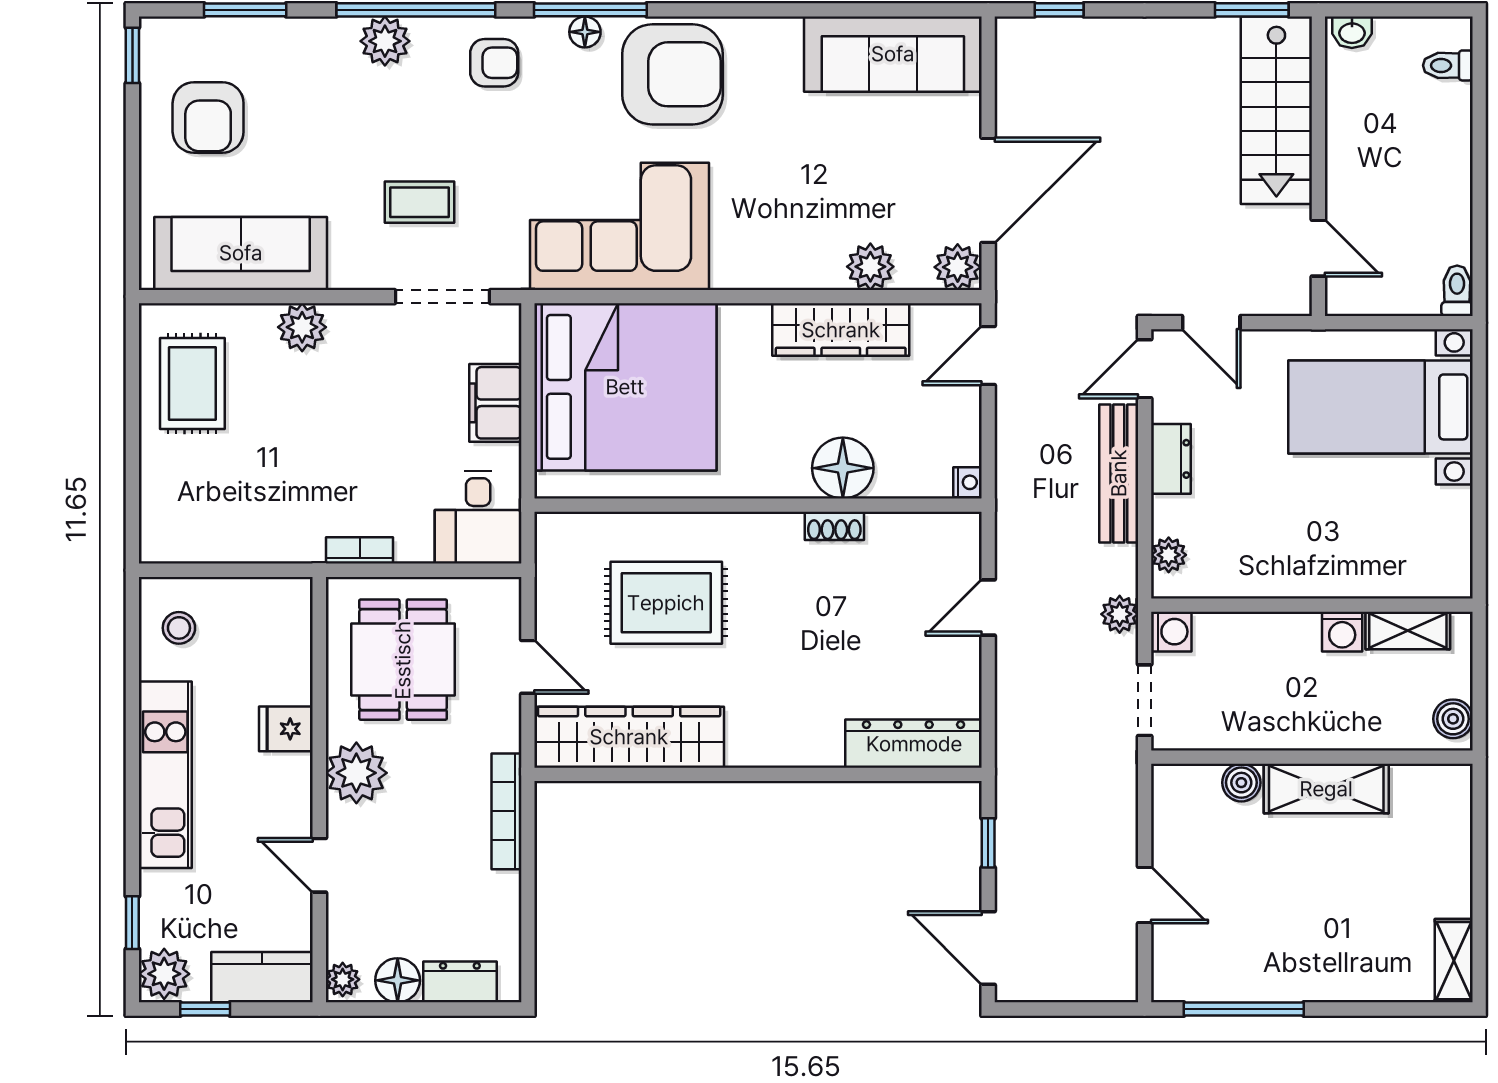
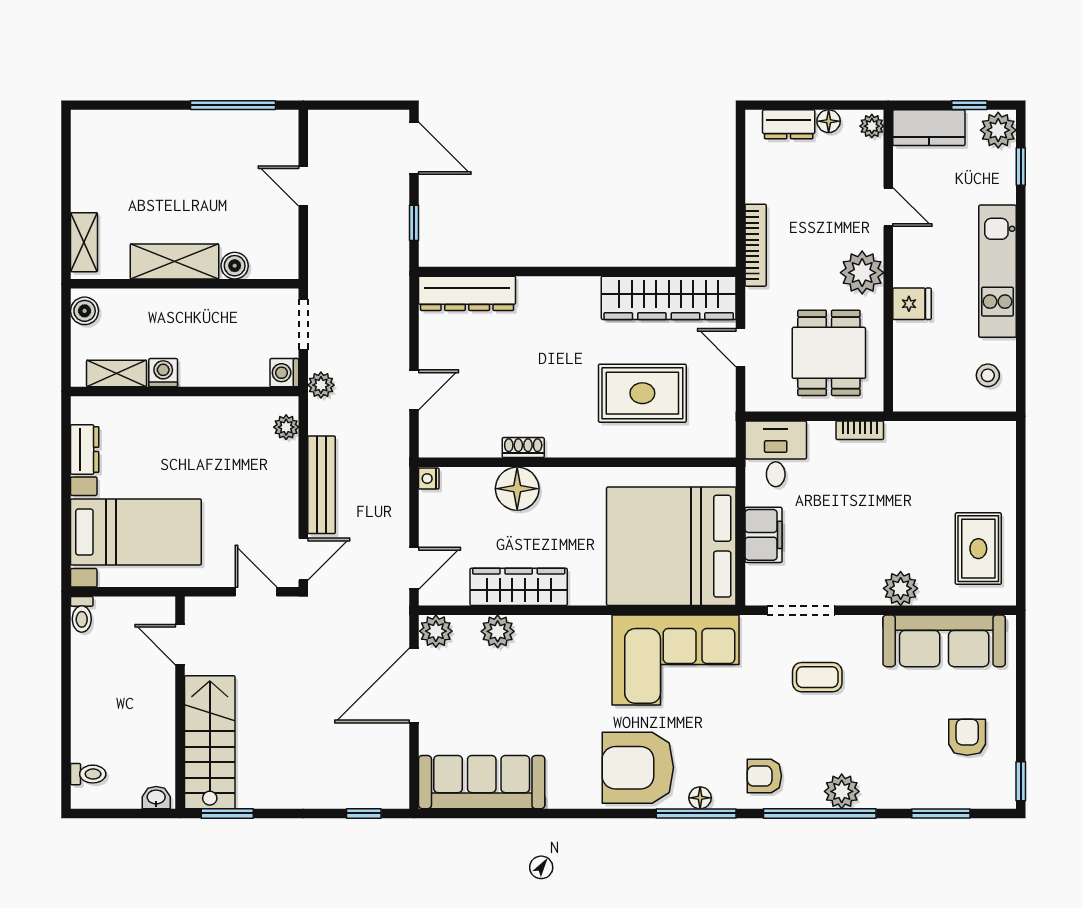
armchair: (208, 117) -> (967, 737), width x0.72, depth x0.72
dresser: (1171, 459) -> (85, 449), moved, turned 180
shelving: (1454, 961) -> (84, 242), moved
floor lamp: (398, 980) -> (829, 121), width x0.73, depth x0.73

